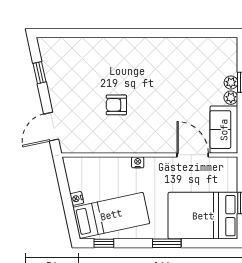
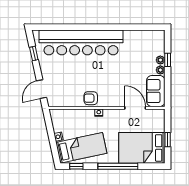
bar counter: (111, 56) -> (81, 42), added
armchair: (116, 105) -> (91, 98), moved
window: (167, 243) -> (118, 166), width x2.11

